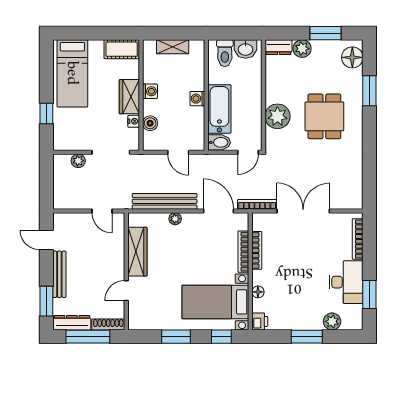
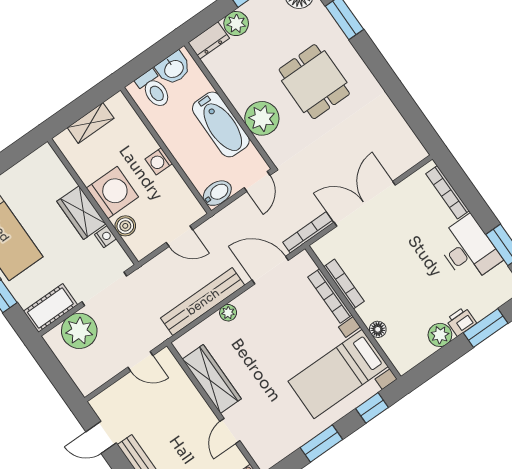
cot: (122, 49) -> (50, 308), moved
washing machine: (150, 91) -> (112, 193), width x1.89, depth x1.89
bathtub: (219, 109) -> (221, 124), moved, turned 180
plant: (78, 161) -> (79, 331), width x1.87, depth x1.87
printer: (260, 321) -> (461, 321), moved, turned -90
plant: (332, 321) -> (440, 335), moved
window: (307, 337) -> (486, 328), moved

